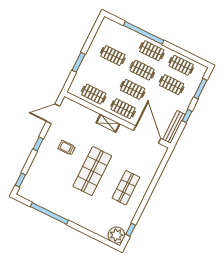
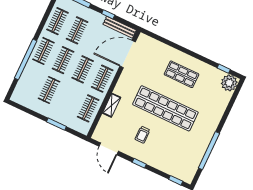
shelving: (108, 123) -> (112, 105), moved
shop shelf: (92, 171) -> (165, 108), width x1.40

